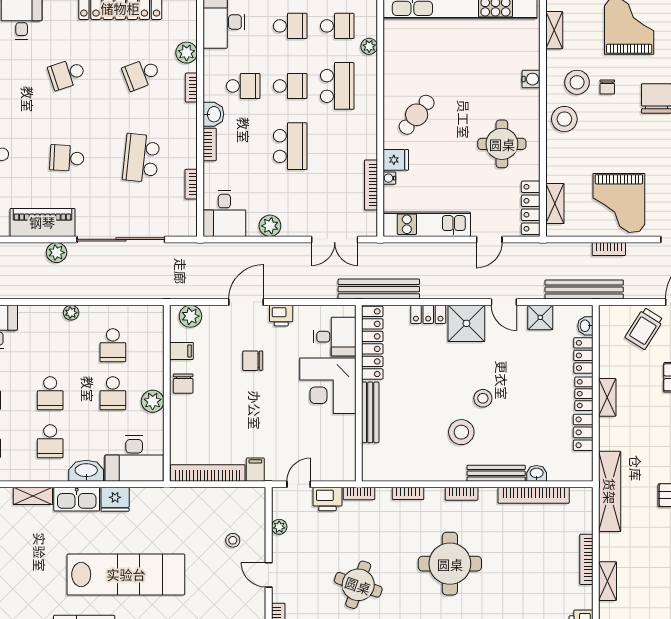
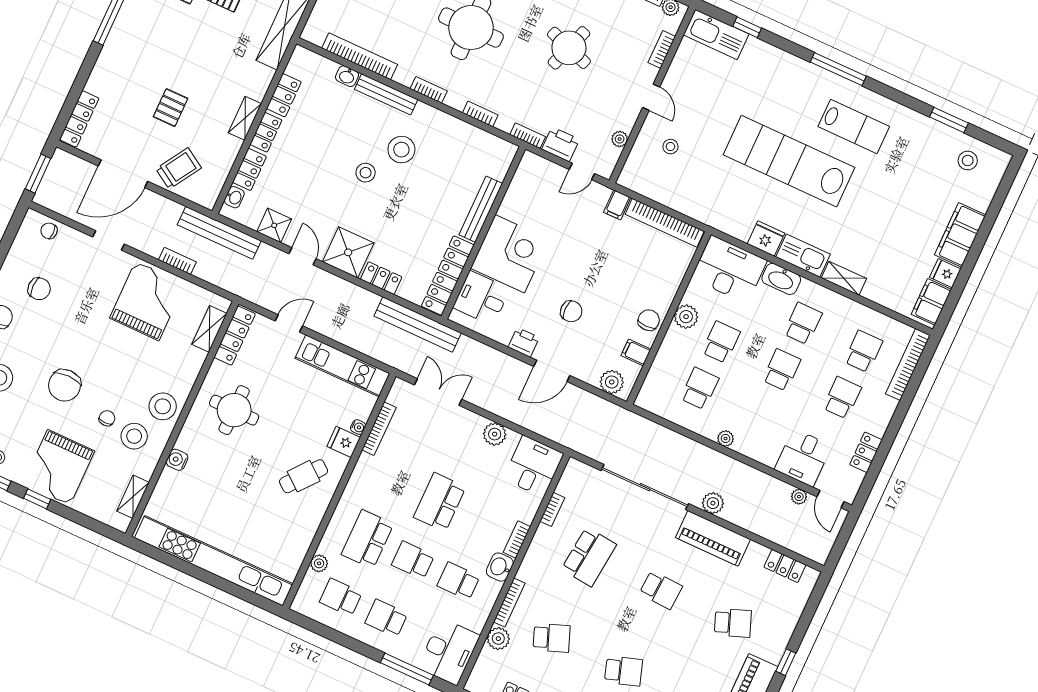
bookcase: (191, 88) -> (509, 603), width x1.56

